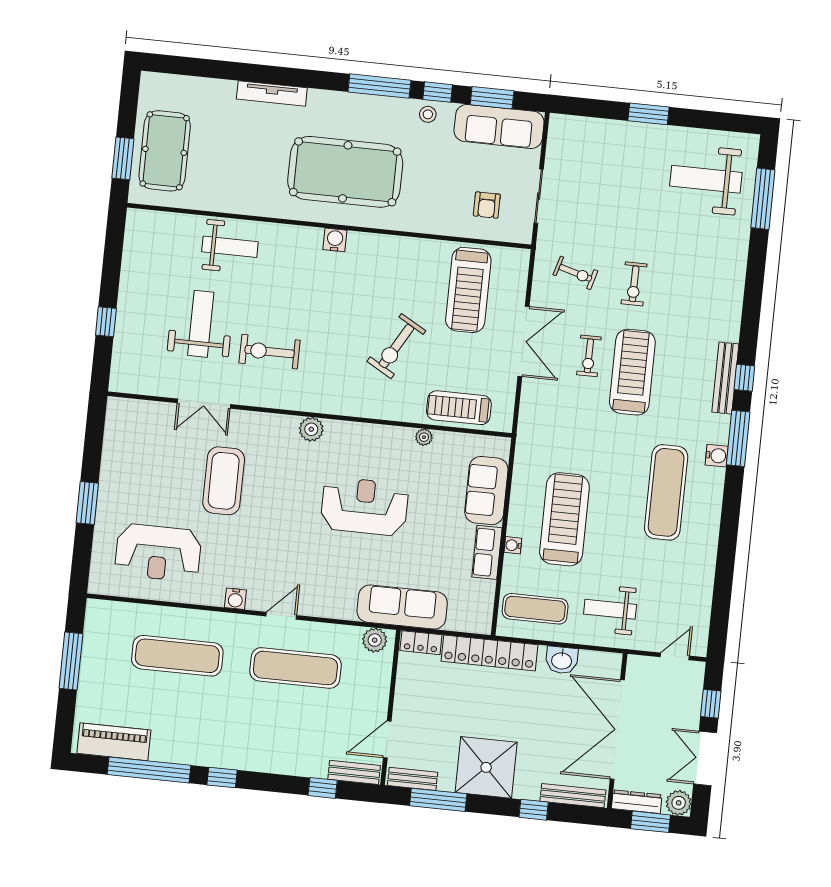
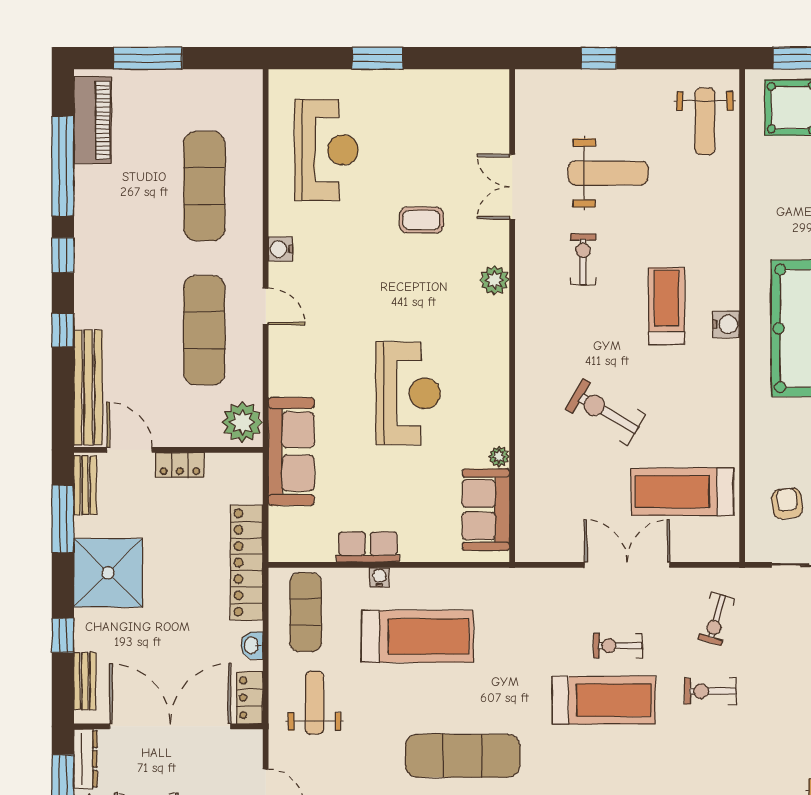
armchair: (487, 205) -> (787, 503), turned 84
weight bench: (230, 247) -> (705, 121), moved
double door: (524, 341) -> (627, 565), swing flipped
exercise bike: (270, 352) -> (583, 259), width x0.73, depth x0.72
treadmill: (459, 408) -> (667, 306), moved
plant: (311, 429) -> (494, 280), moved
coffee table: (224, 481) -> (421, 220), width x0.54, depth x0.58
sofa: (486, 491) -> (486, 510), moved, turned -90
reception desk: (158, 553) -> (326, 150), turned 180
plant: (375, 640) -> (242, 422), width x1.36, depth x1.36
locker: (421, 643) -> (180, 465), moved, turned -90
washbasin: (562, 660) -> (252, 645), width x0.72, depth x0.69
window: (71, 661) -> (148, 58), moved
locker: (600, 662) -> (250, 698), added
bench: (354, 772) -> (88, 387), width x1.86, depth x1.21
window: (323, 788) -> (63, 330), moved
bench: (573, 796) -> (85, 681), width x0.73

